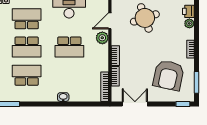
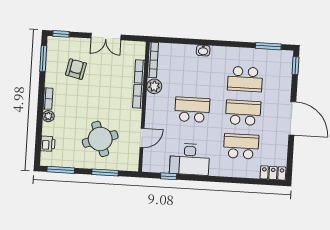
school desk: (27, 19) -> (241, 146), turned 180
plant: (189, 23) -> (48, 116), moved
plant: (102, 38) -> (154, 86), moved
armchair: (169, 75) -> (76, 69), width x0.53, depth x0.53
double door: (135, 104) -> (106, 37), moved

